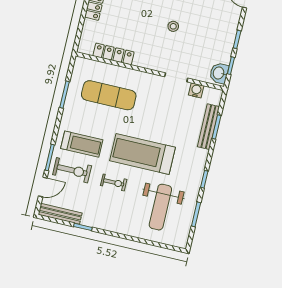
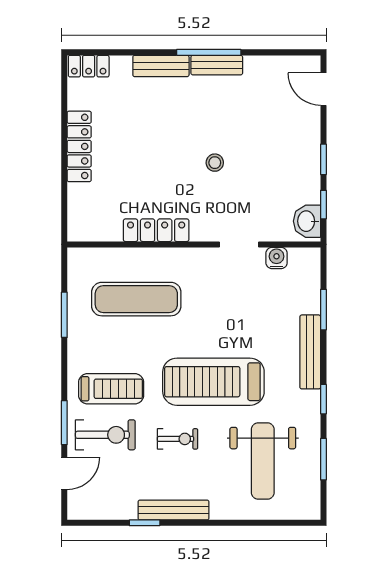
locker: (114, 54) -> (156, 230), moved
bench: (208, 127) -> (310, 352), moved
bench: (60, 214) -> (174, 510), moved

